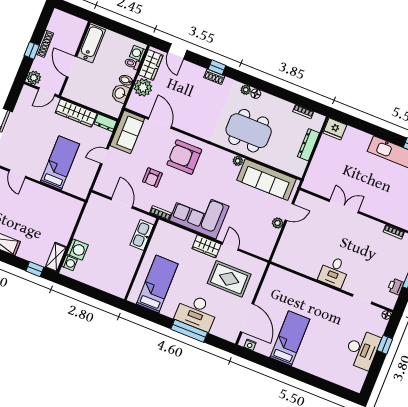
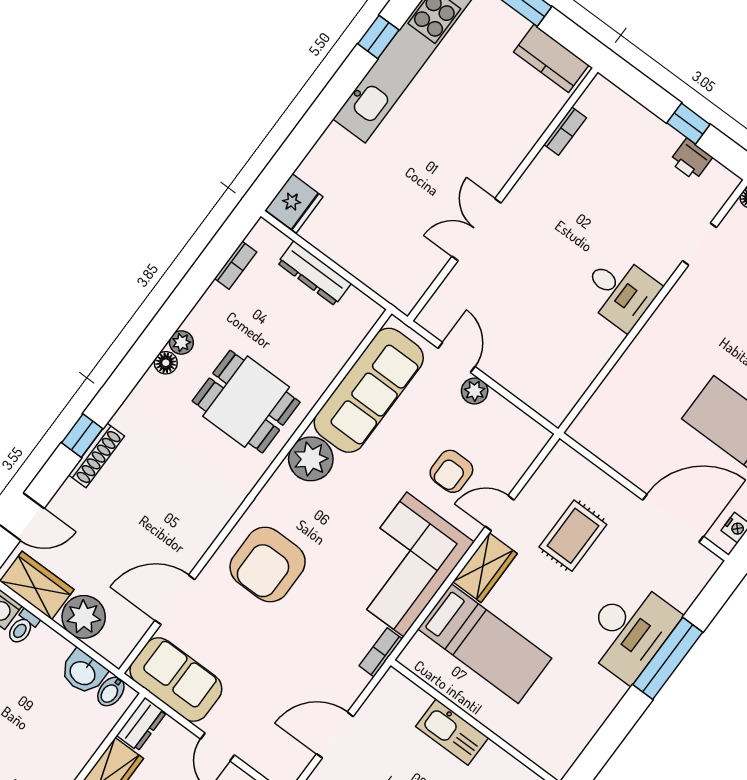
shoe rack: (214, 77) -> (96, 455), width x1.43
bidet: (126, 80) -> (111, 691), moved
plant: (246, 90) -> (181, 342), moved
dining table: (249, 131) -> (246, 402), width x0.73
plant: (238, 161) -> (311, 459), width x1.87, depth x1.87
armchair: (152, 177) -> (451, 471), moved, turned 90
kitchen sink: (142, 235) -> (452, 732), moved
rug: (229, 279) -> (573, 536), width x0.73, depth x0.70
bed: (157, 284) -> (485, 644), moved, turned 180

